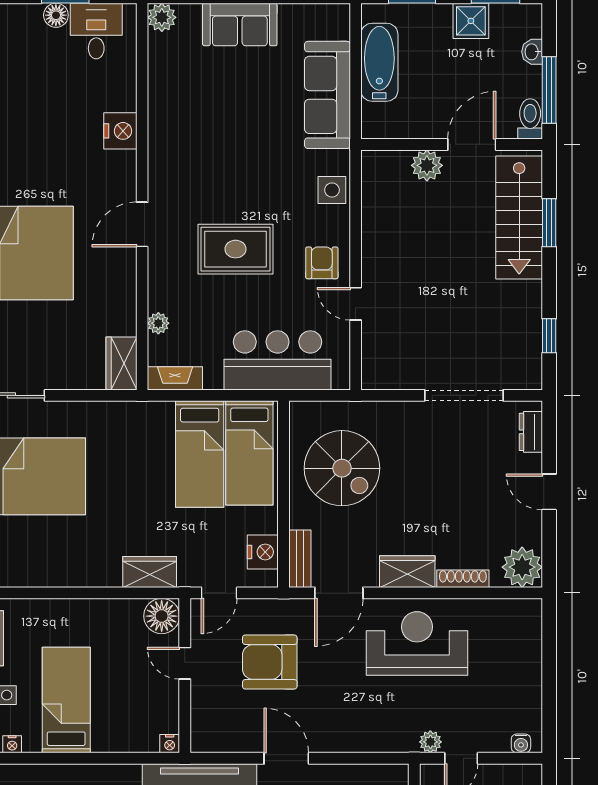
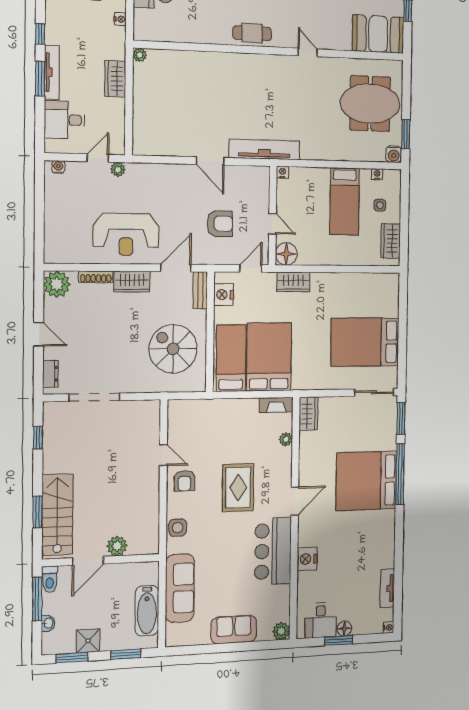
rug: (235, 249) -> (238, 488), turned 90
bar counter: (278, 360) -> (273, 551), moved, turned 90
bed: (200, 454) -> (269, 357), width x1.50
armchair: (270, 662) -> (220, 224), width x0.73, depth x0.73

